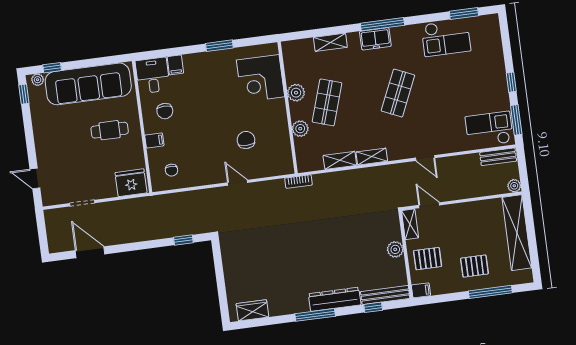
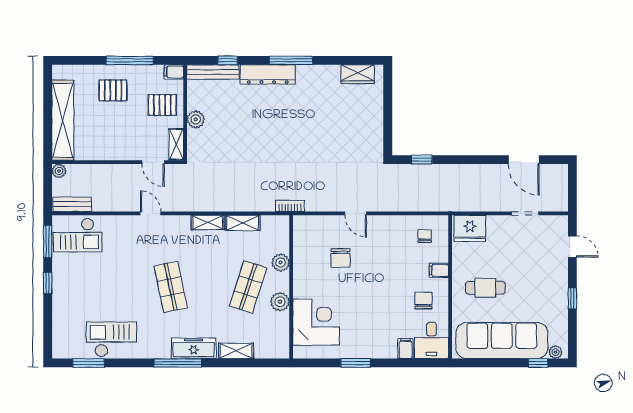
freezer: (375, 39) -> (194, 348), width x1.40
shop shelf: (398, 93) -> (171, 287), turned -36
window: (24, 94) -> (572, 298), moved
window: (490, 292) -> (130, 60), moved

